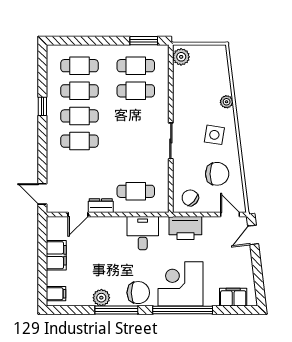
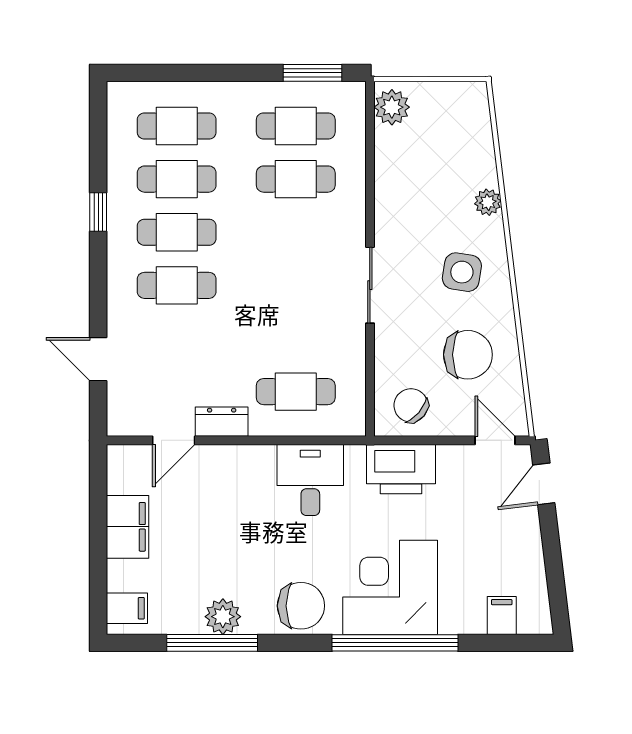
door: (42, 194) -> (98, 359), moved
filing cabinet: (233, 297) -> (502, 616), width x0.50
window: (116, 310) -> (212, 643), moved

